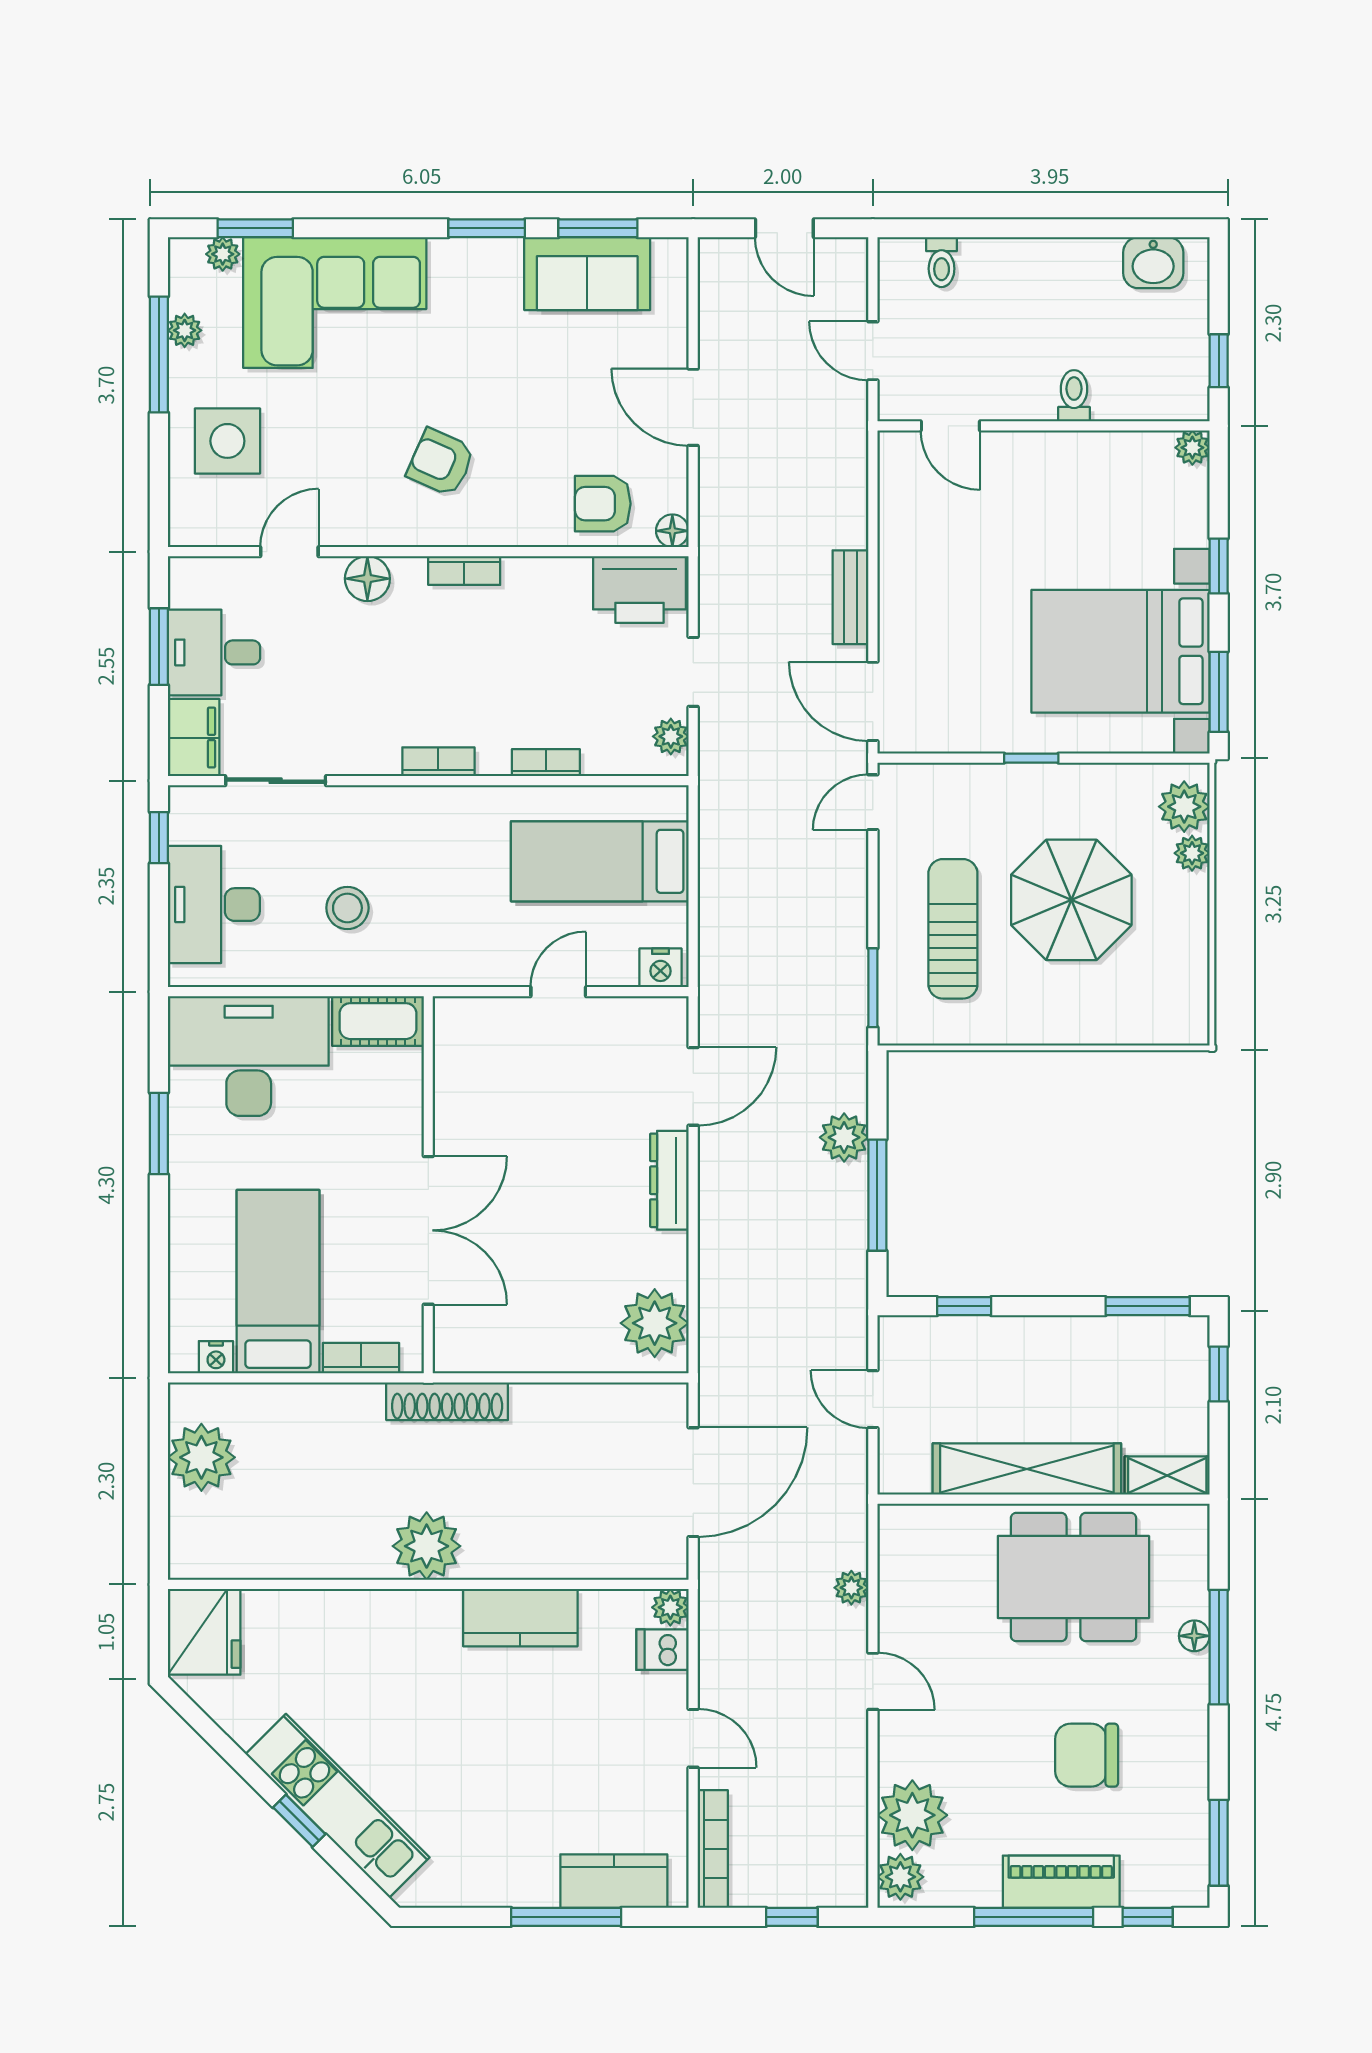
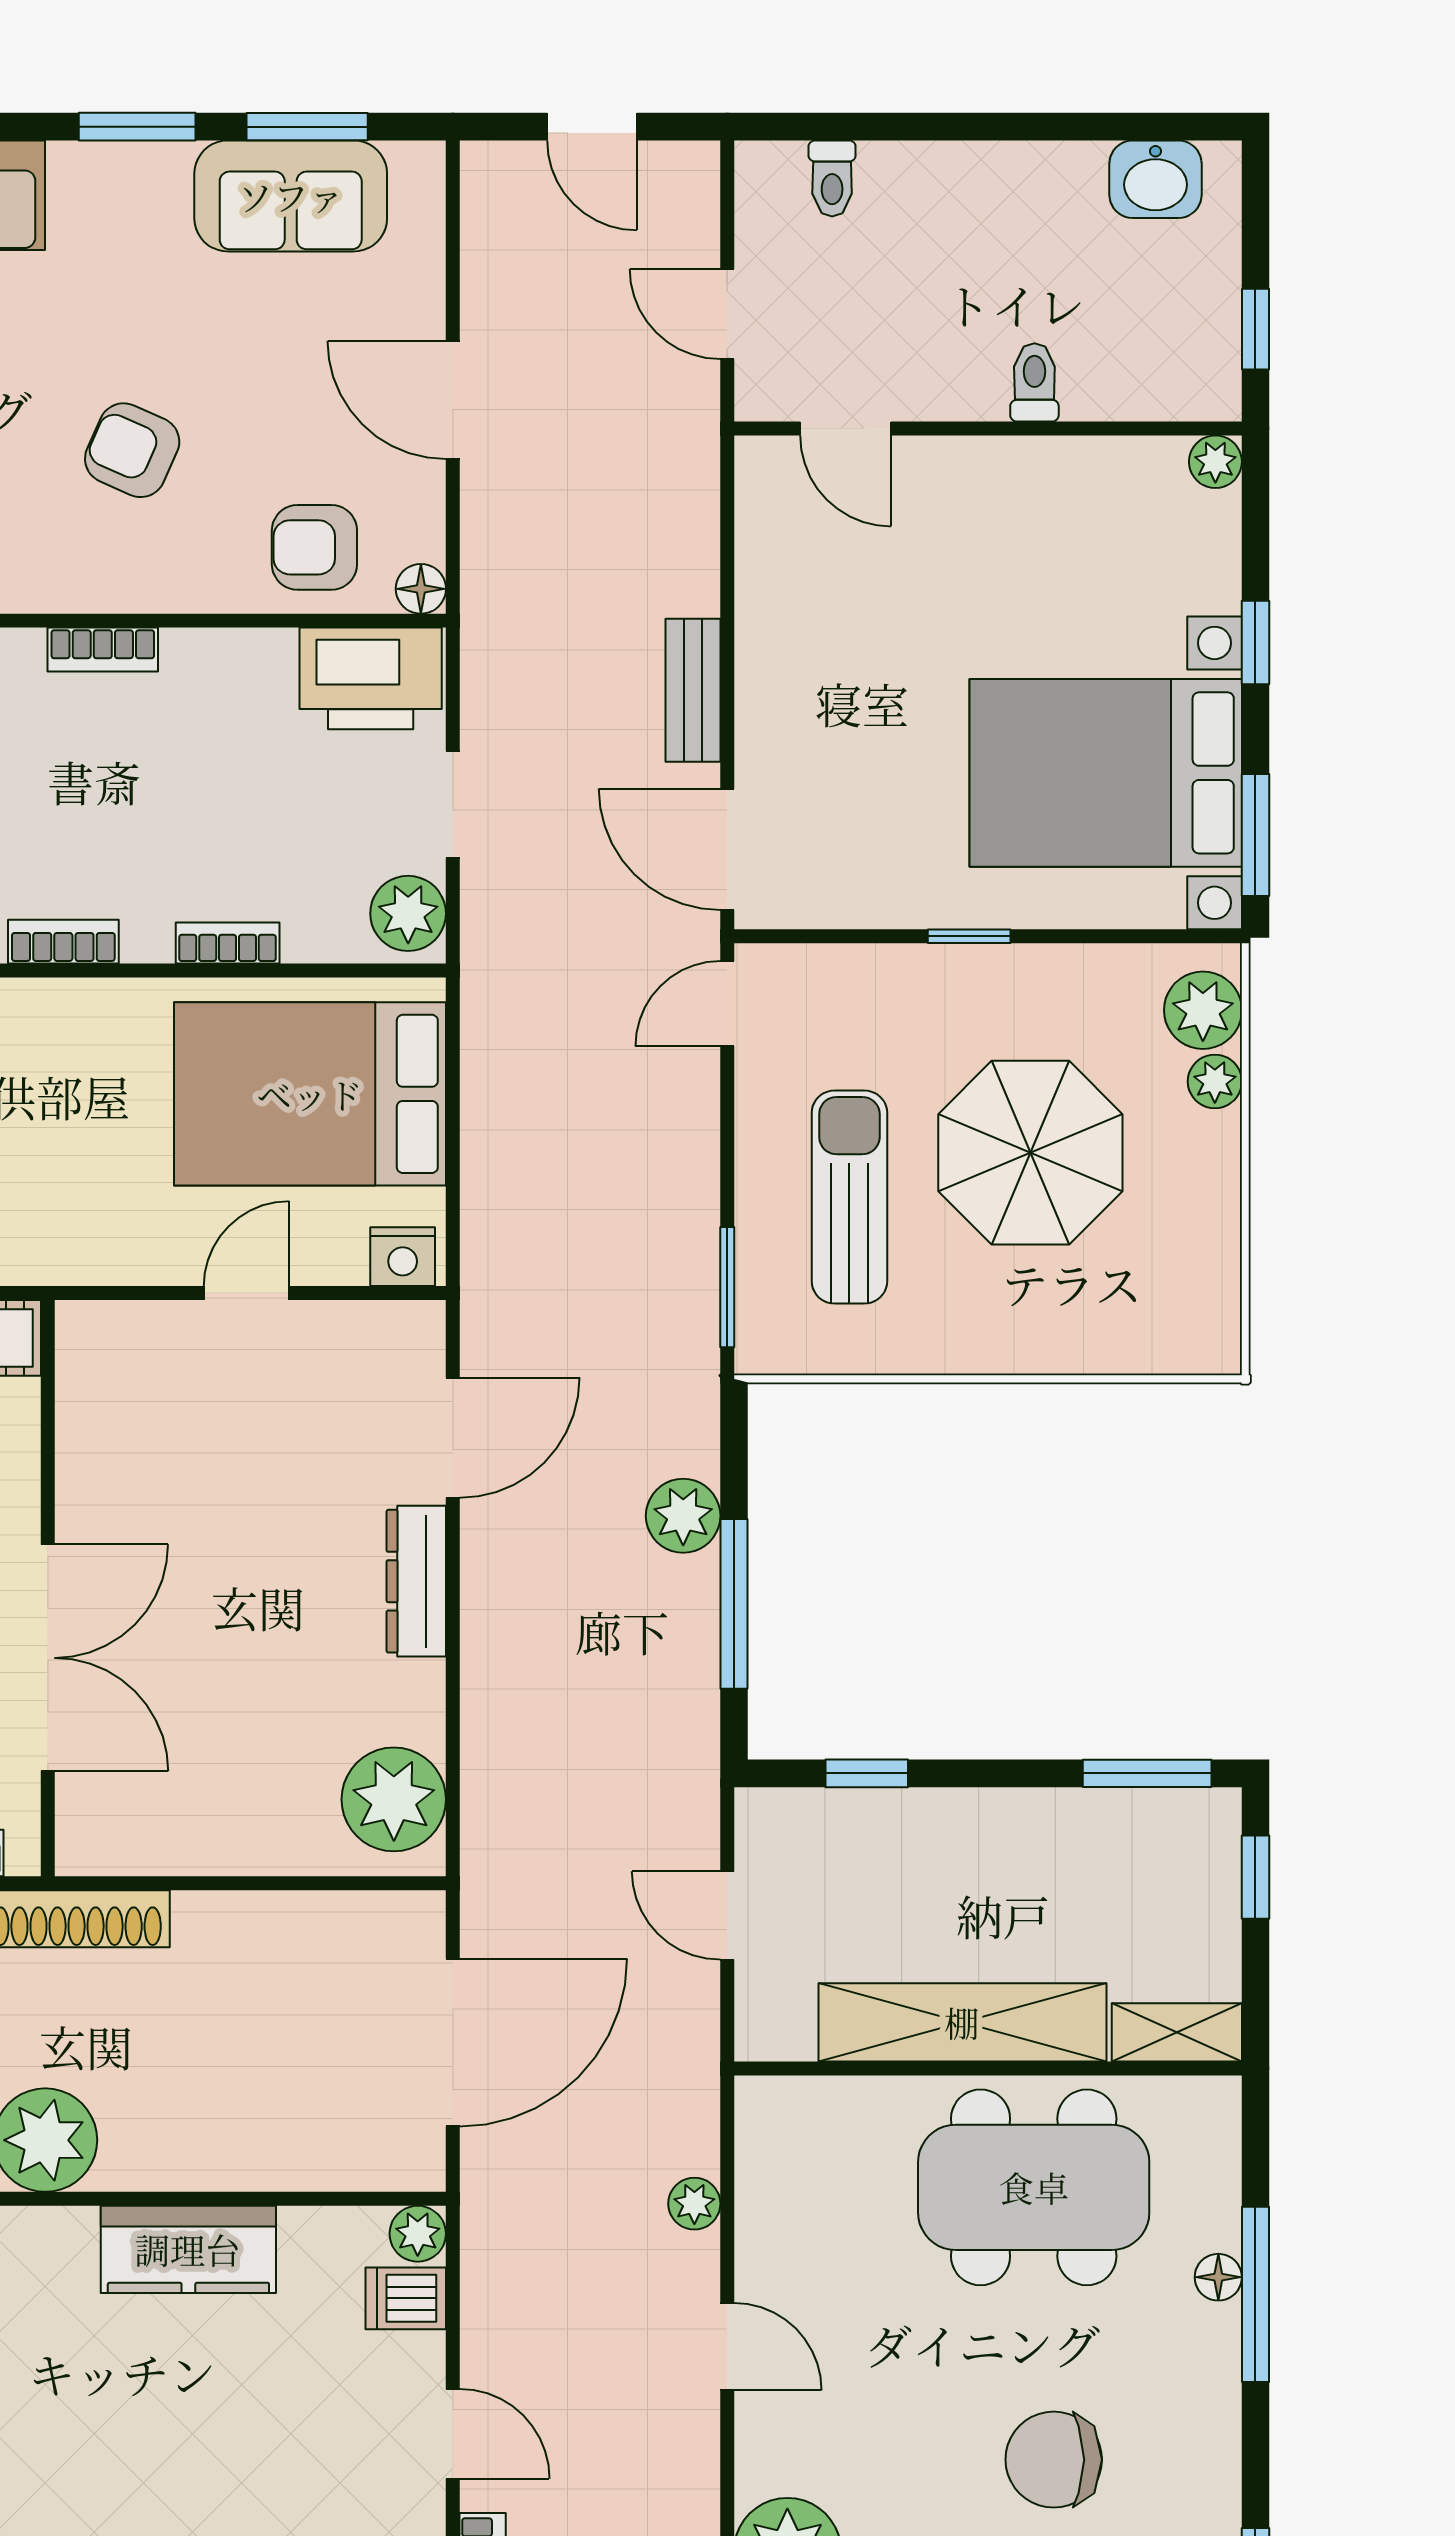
armchair: (441, 462) -> (132, 450), moved
plant: (671, 736) -> (408, 913), width x1.38, depth x1.38
bed: (600, 861) -> (310, 1094), width x1.50

